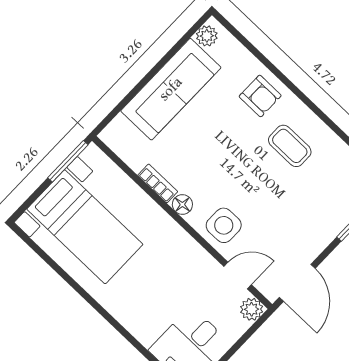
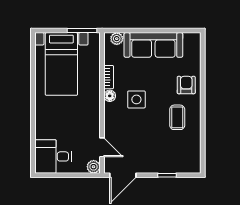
plant: (207, 36) -> (117, 39), moved
armchair: (260, 96) -> (186, 85), turned 180
side table: (224, 225) -> (136, 99), moved

